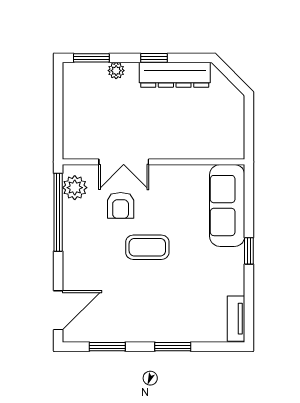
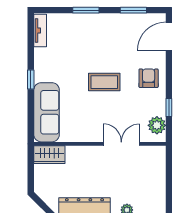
wardrobe: (223, 147) -> (49, 155), added
armchair: (121, 205) -> (149, 78), moved
window: (58, 212) -> (169, 107), width x0.32

